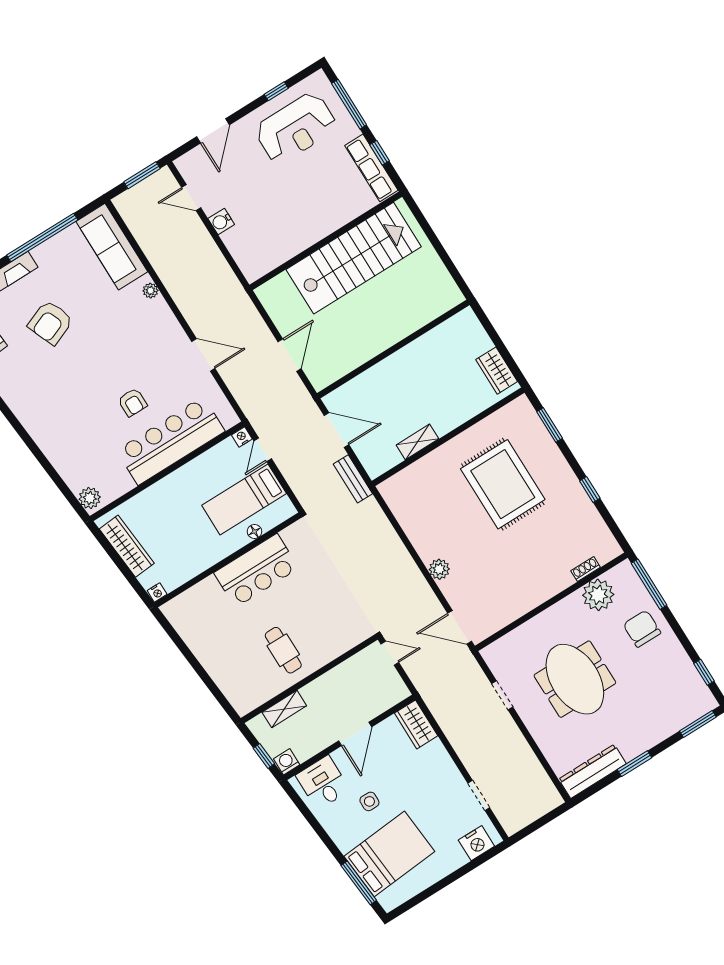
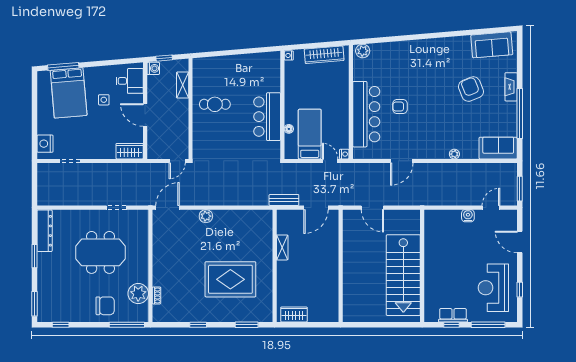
row of seats: (371, 168) -> (453, 315), width x0.68
sofa: (112, 247) -> (498, 148), width x0.73

